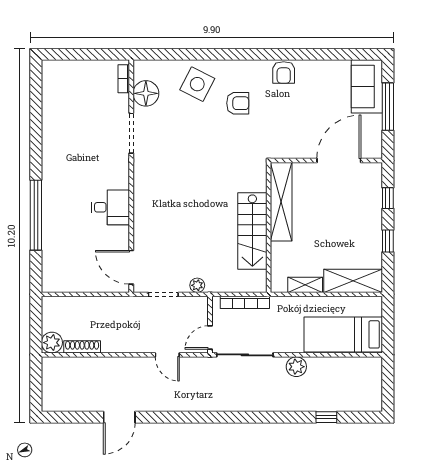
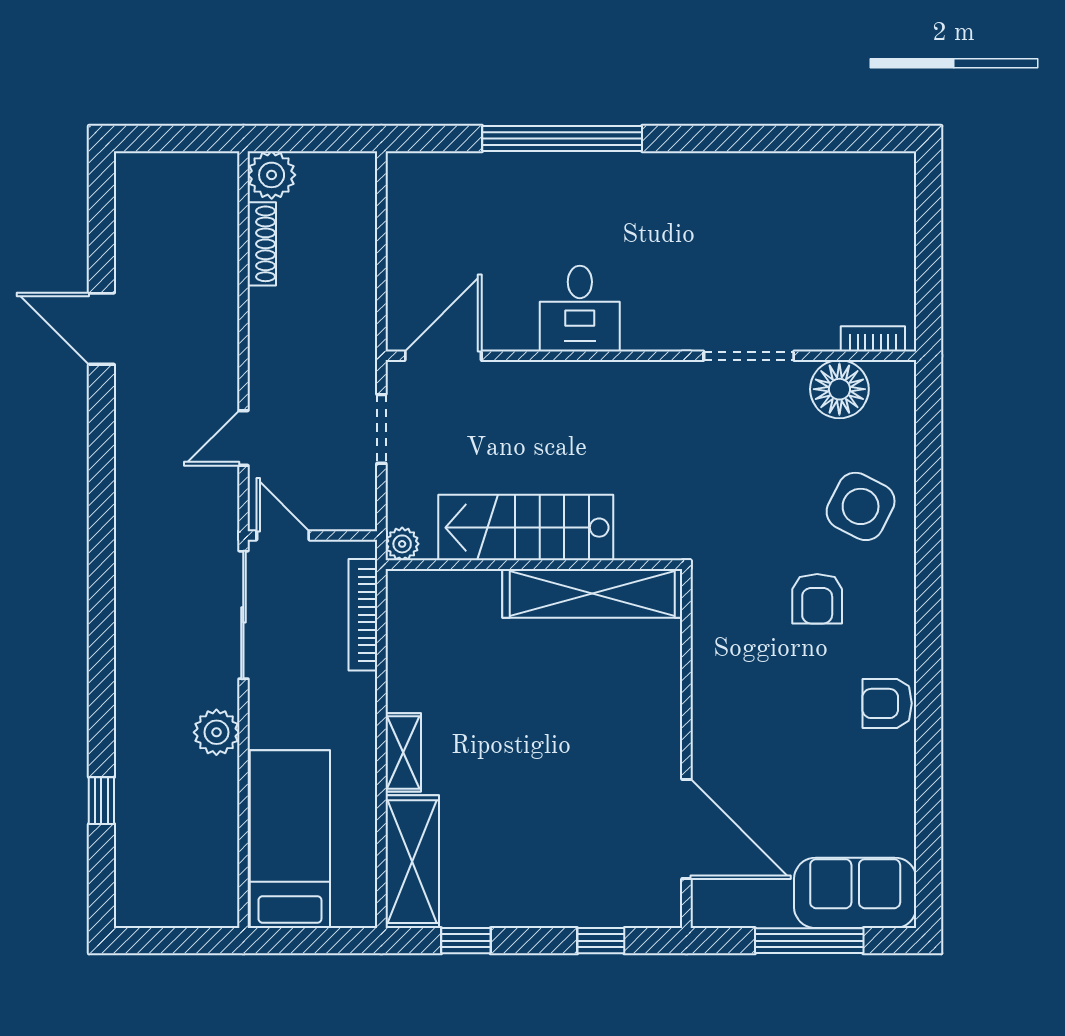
shelving: (281, 202) -> (592, 593), moved
wall: (269, 227) -> (534, 565), moved
stairs: (252, 231) -> (526, 528), moved
window: (388, 241) -> (466, 941), moved
plant: (197, 285) -> (402, 544), moved

